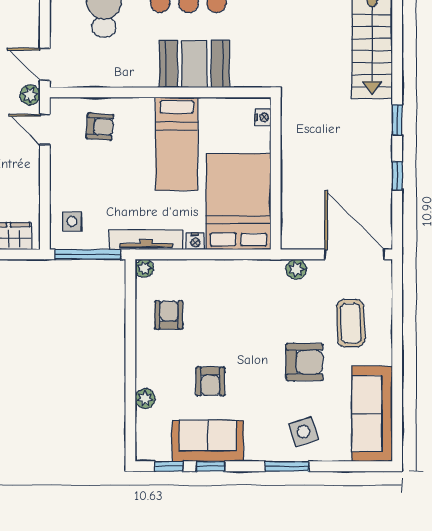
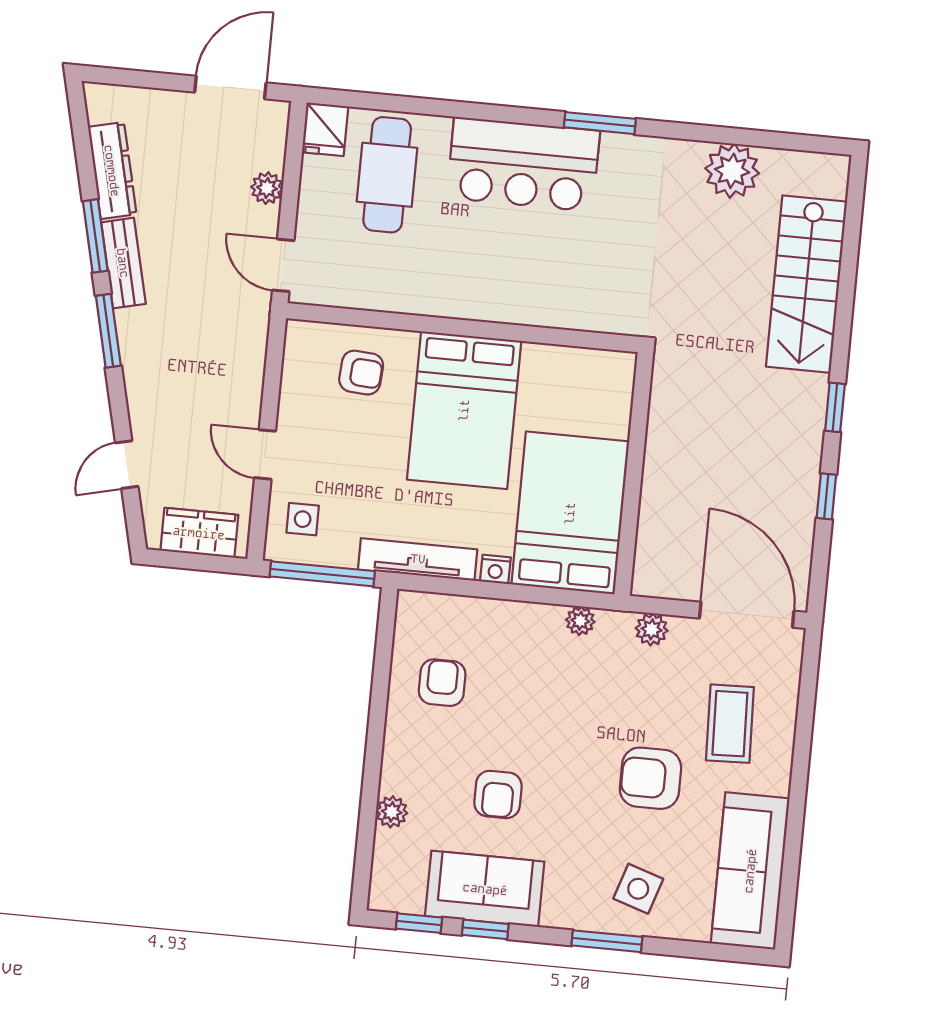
booth: (194, 64) -> (521, 288), removed
plant: (30, 95) -> (267, 188), moved
nightstand: (263, 117) -> (622, 383), removed
door: (45, 130) -> (265, 454), moved
bed: (177, 144) -> (464, 410), width x1.50
plant: (144, 268) -> (580, 621), moved
armchair: (304, 362) -> (650, 778), turned 180
side table: (303, 432) -> (638, 889), turned 36

